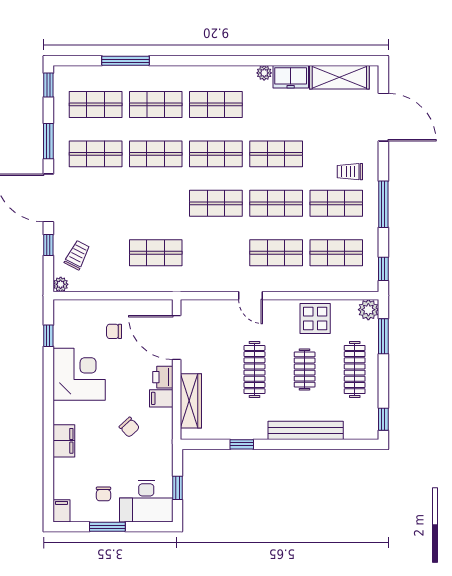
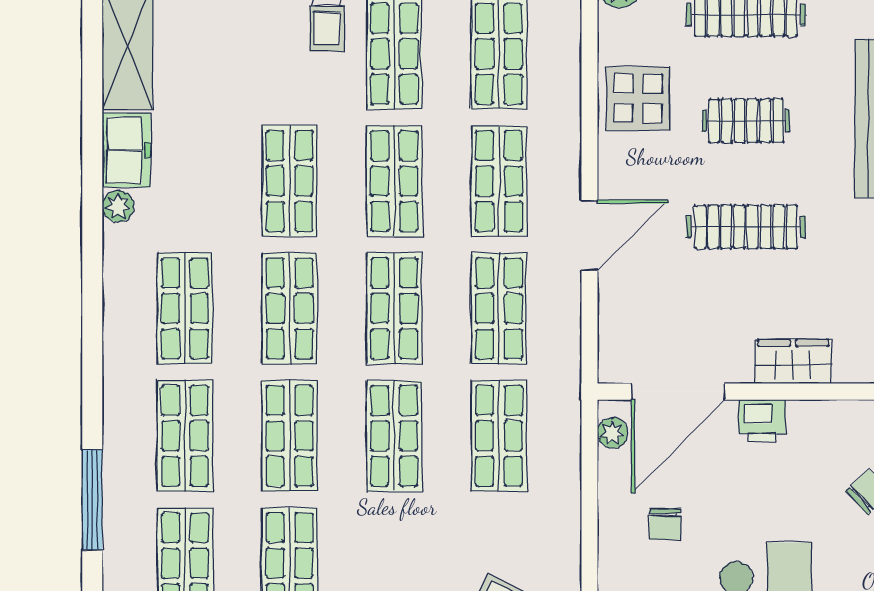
shop shelf: (156, 203) -> (394, 436), added
shop shelf: (216, 253) -> (499, 308), added
door: (251, 296) -> (589, 235), width x1.38
plant: (157, 307) -> (613, 433), added
filing cabinet: (161, 398) -> (807, 424), removed
wardrobe: (191, 401) -> (793, 361), width x0.67

